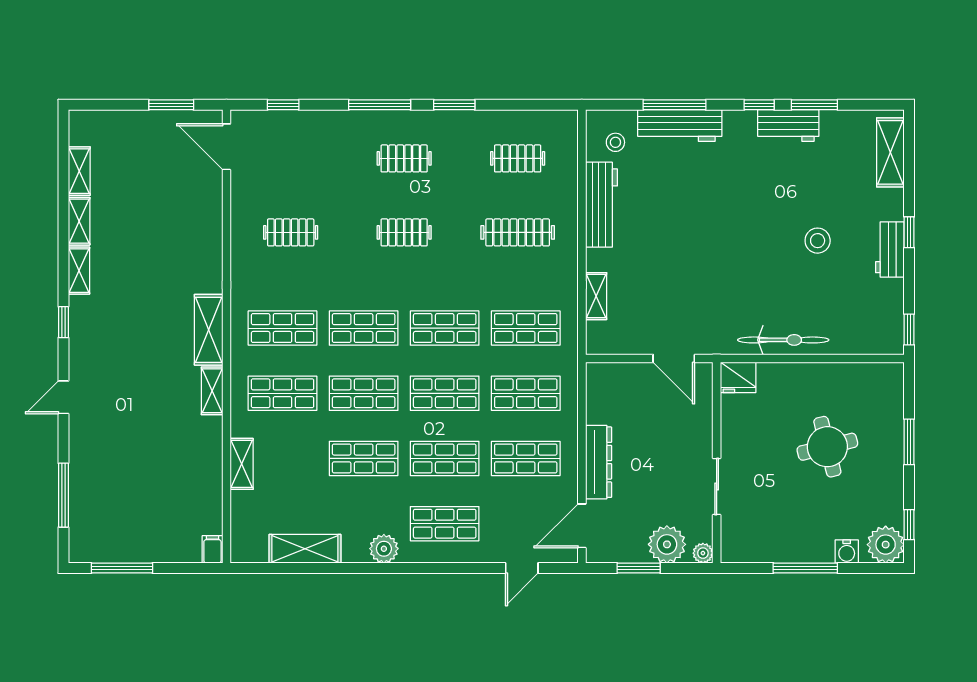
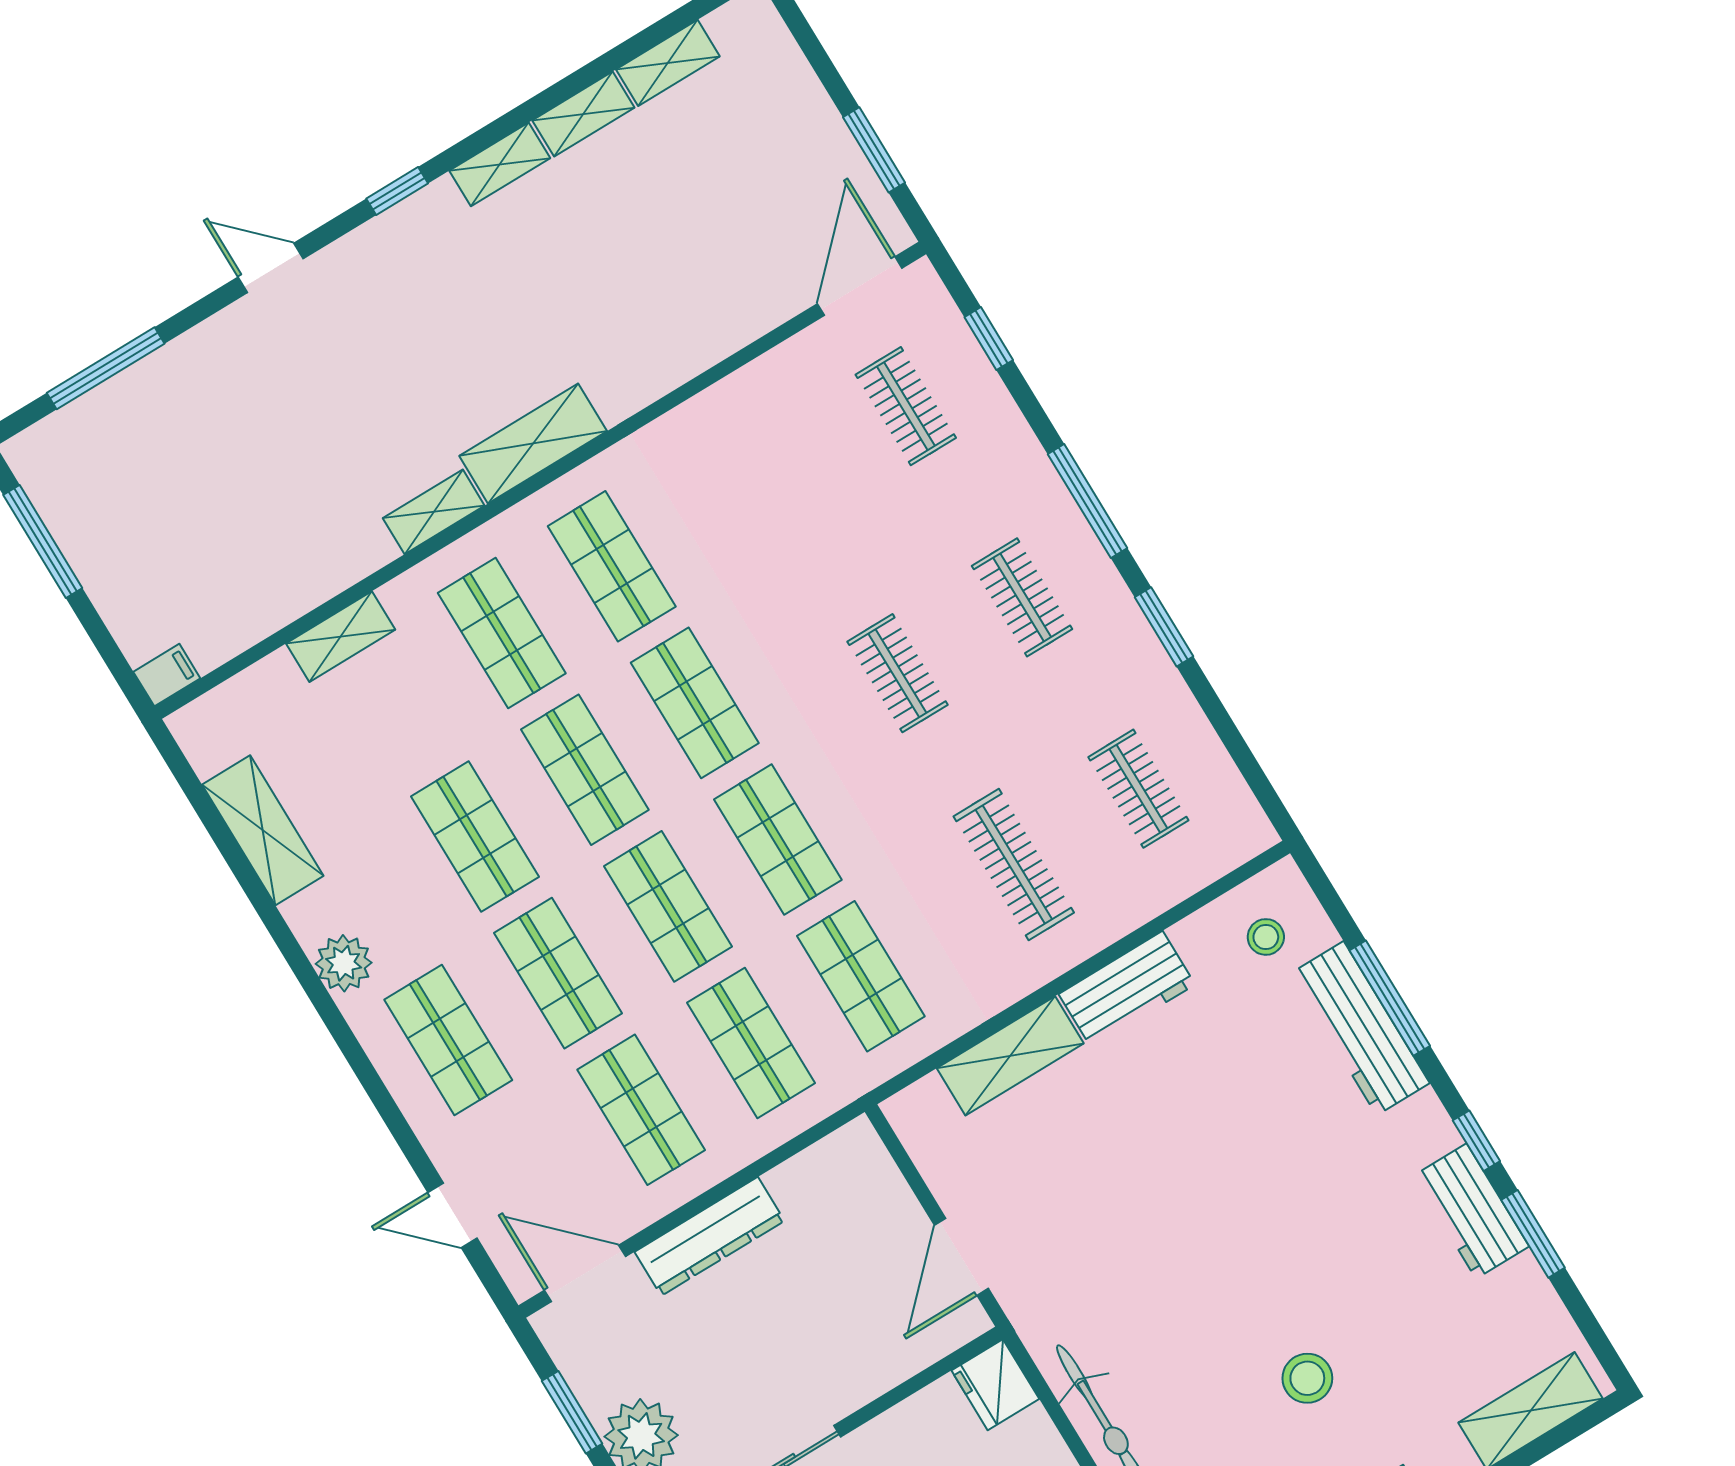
workbench: (601, 205) -> (1127, 989), width x0.73
clothes rail: (291, 232) -> (906, 406), moved
shelving: (596, 296) -> (1010, 1056), width x1.50, depth x1.33

